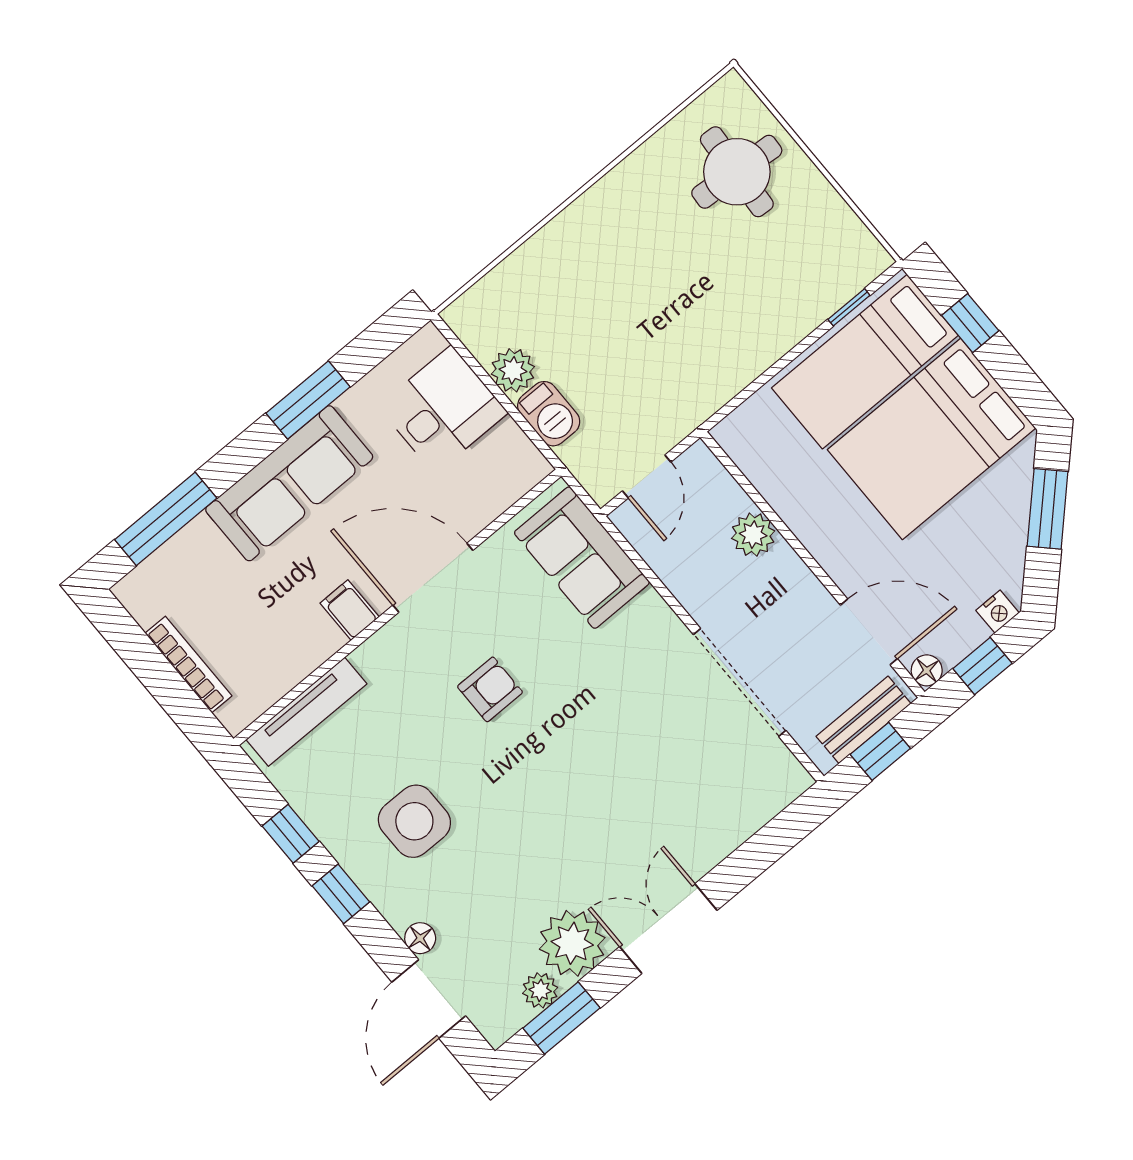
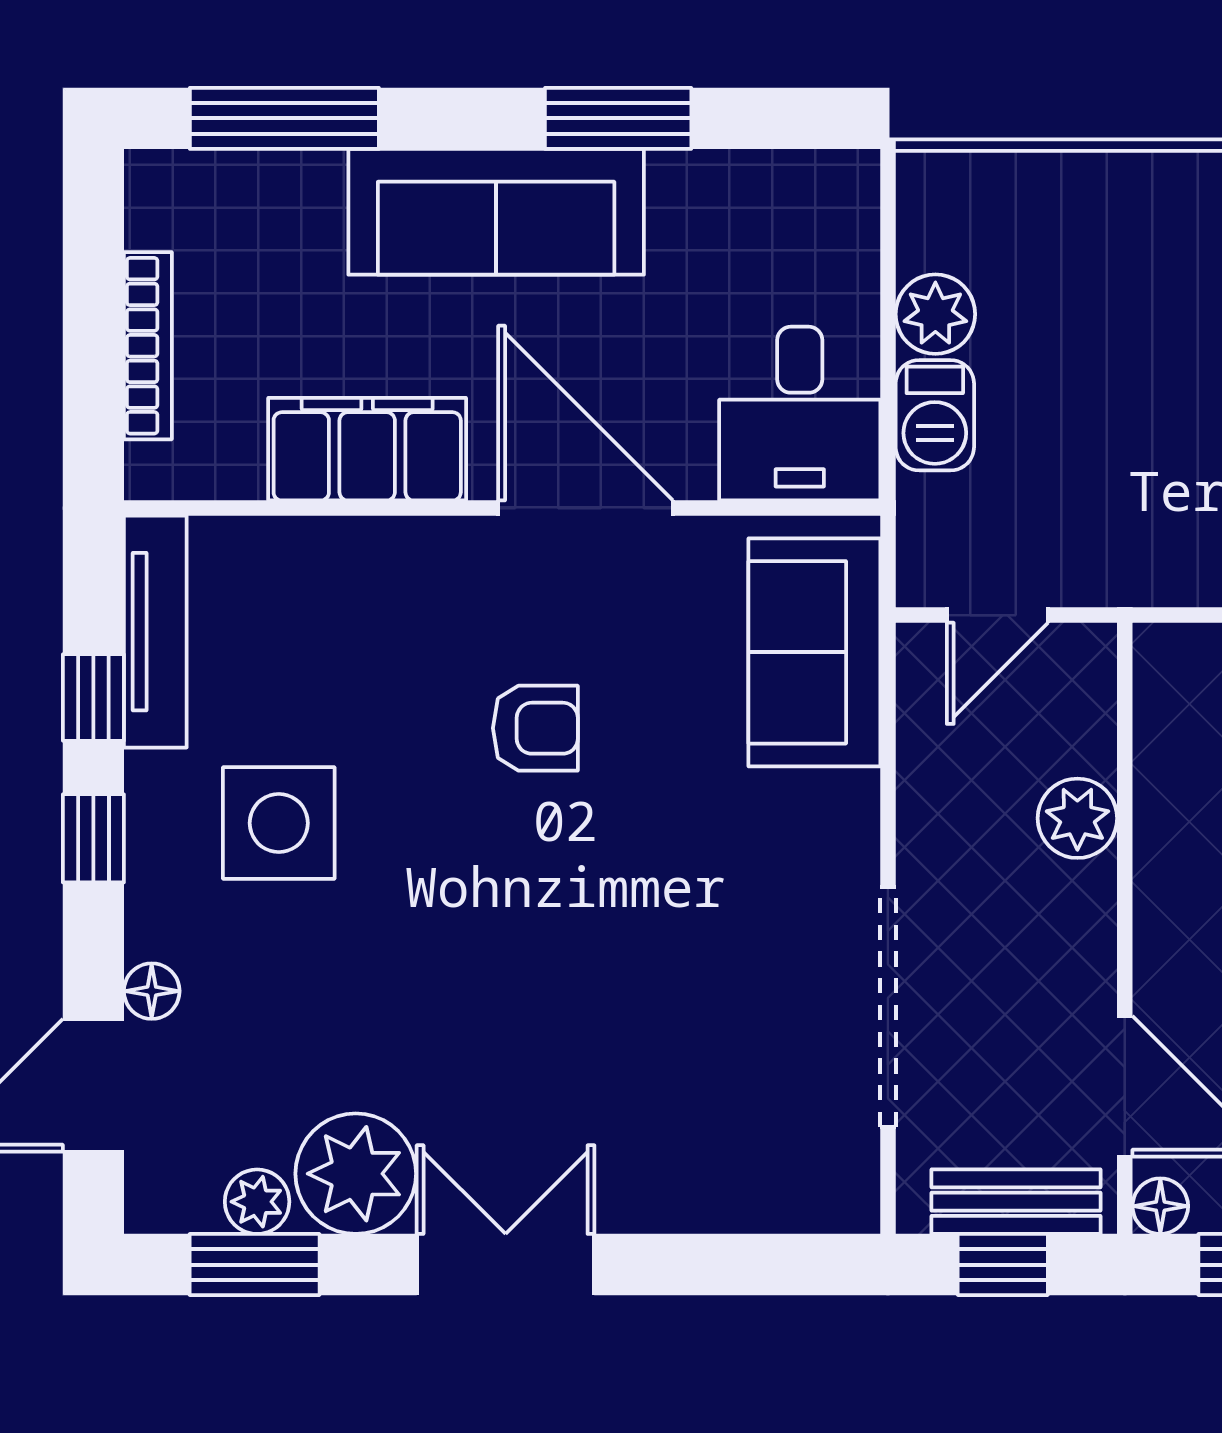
desk: (443, 410) -> (800, 414), moved, turned 90
filing cabinet: (350, 610) -> (367, 449), width x3.00, depth x1.17
tv unit: (306, 712) -> (155, 632), moved, turned -90

